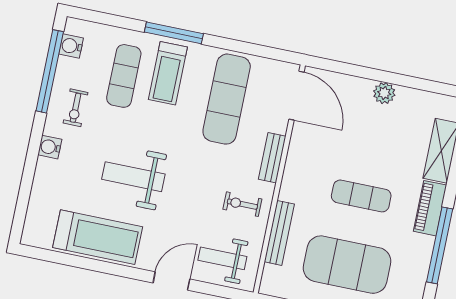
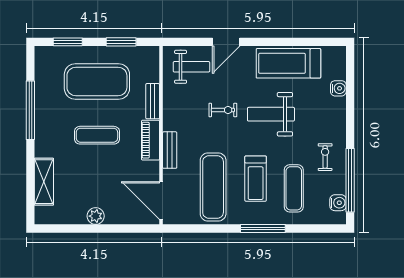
treadmill: (168, 73) -> (256, 179), moved, turned 180
water cooler: (50, 147) -> (338, 88), moved
weight bench: (133, 177) -> (271, 114), turned 180
exercise bike: (242, 204) -> (223, 110), moved
piano: (430, 208) -> (150, 140), moved, turned 180
bench: (279, 233) -> (153, 101), width x0.73

